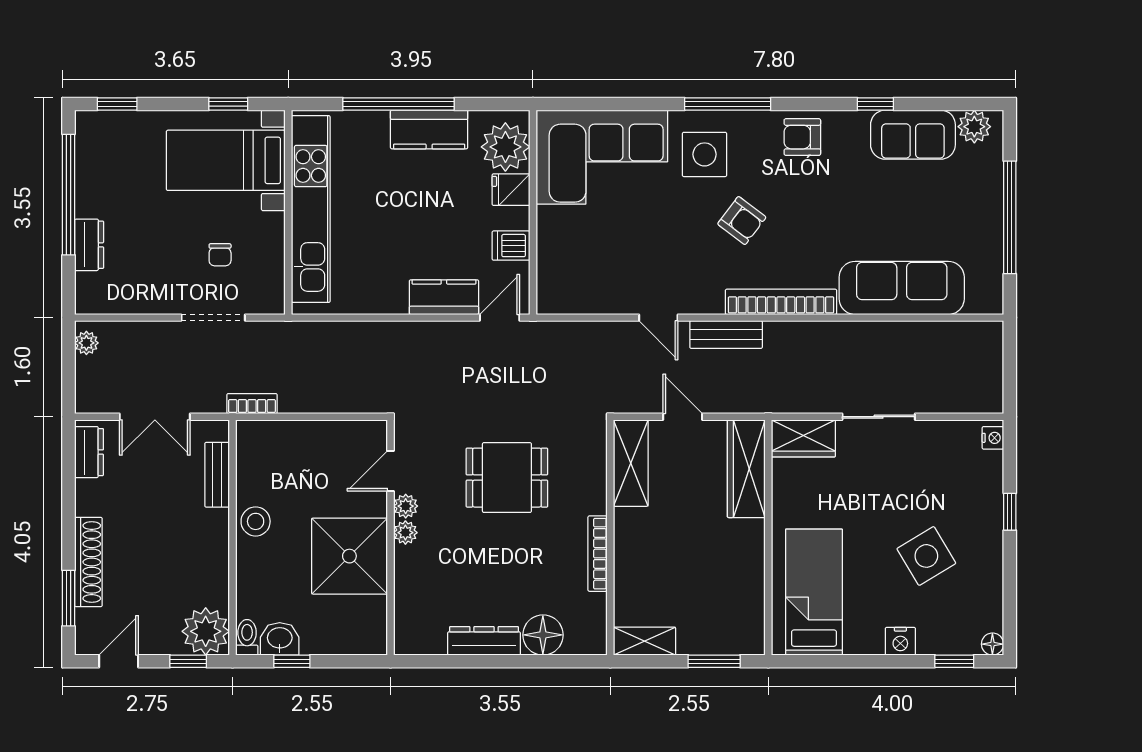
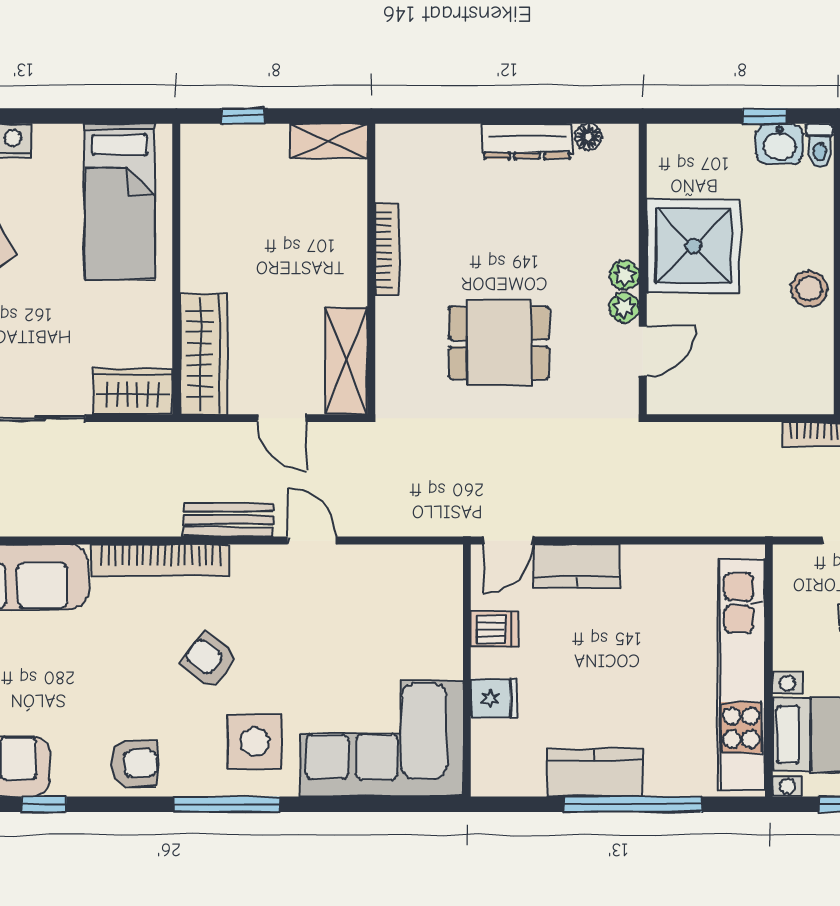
plant: (505, 147) -> (501, 751), removed
floor lamp: (543, 635) -> (588, 137), moved, width x0.53, depth x0.53
window: (714, 661) -> (243, 116), width x0.67

